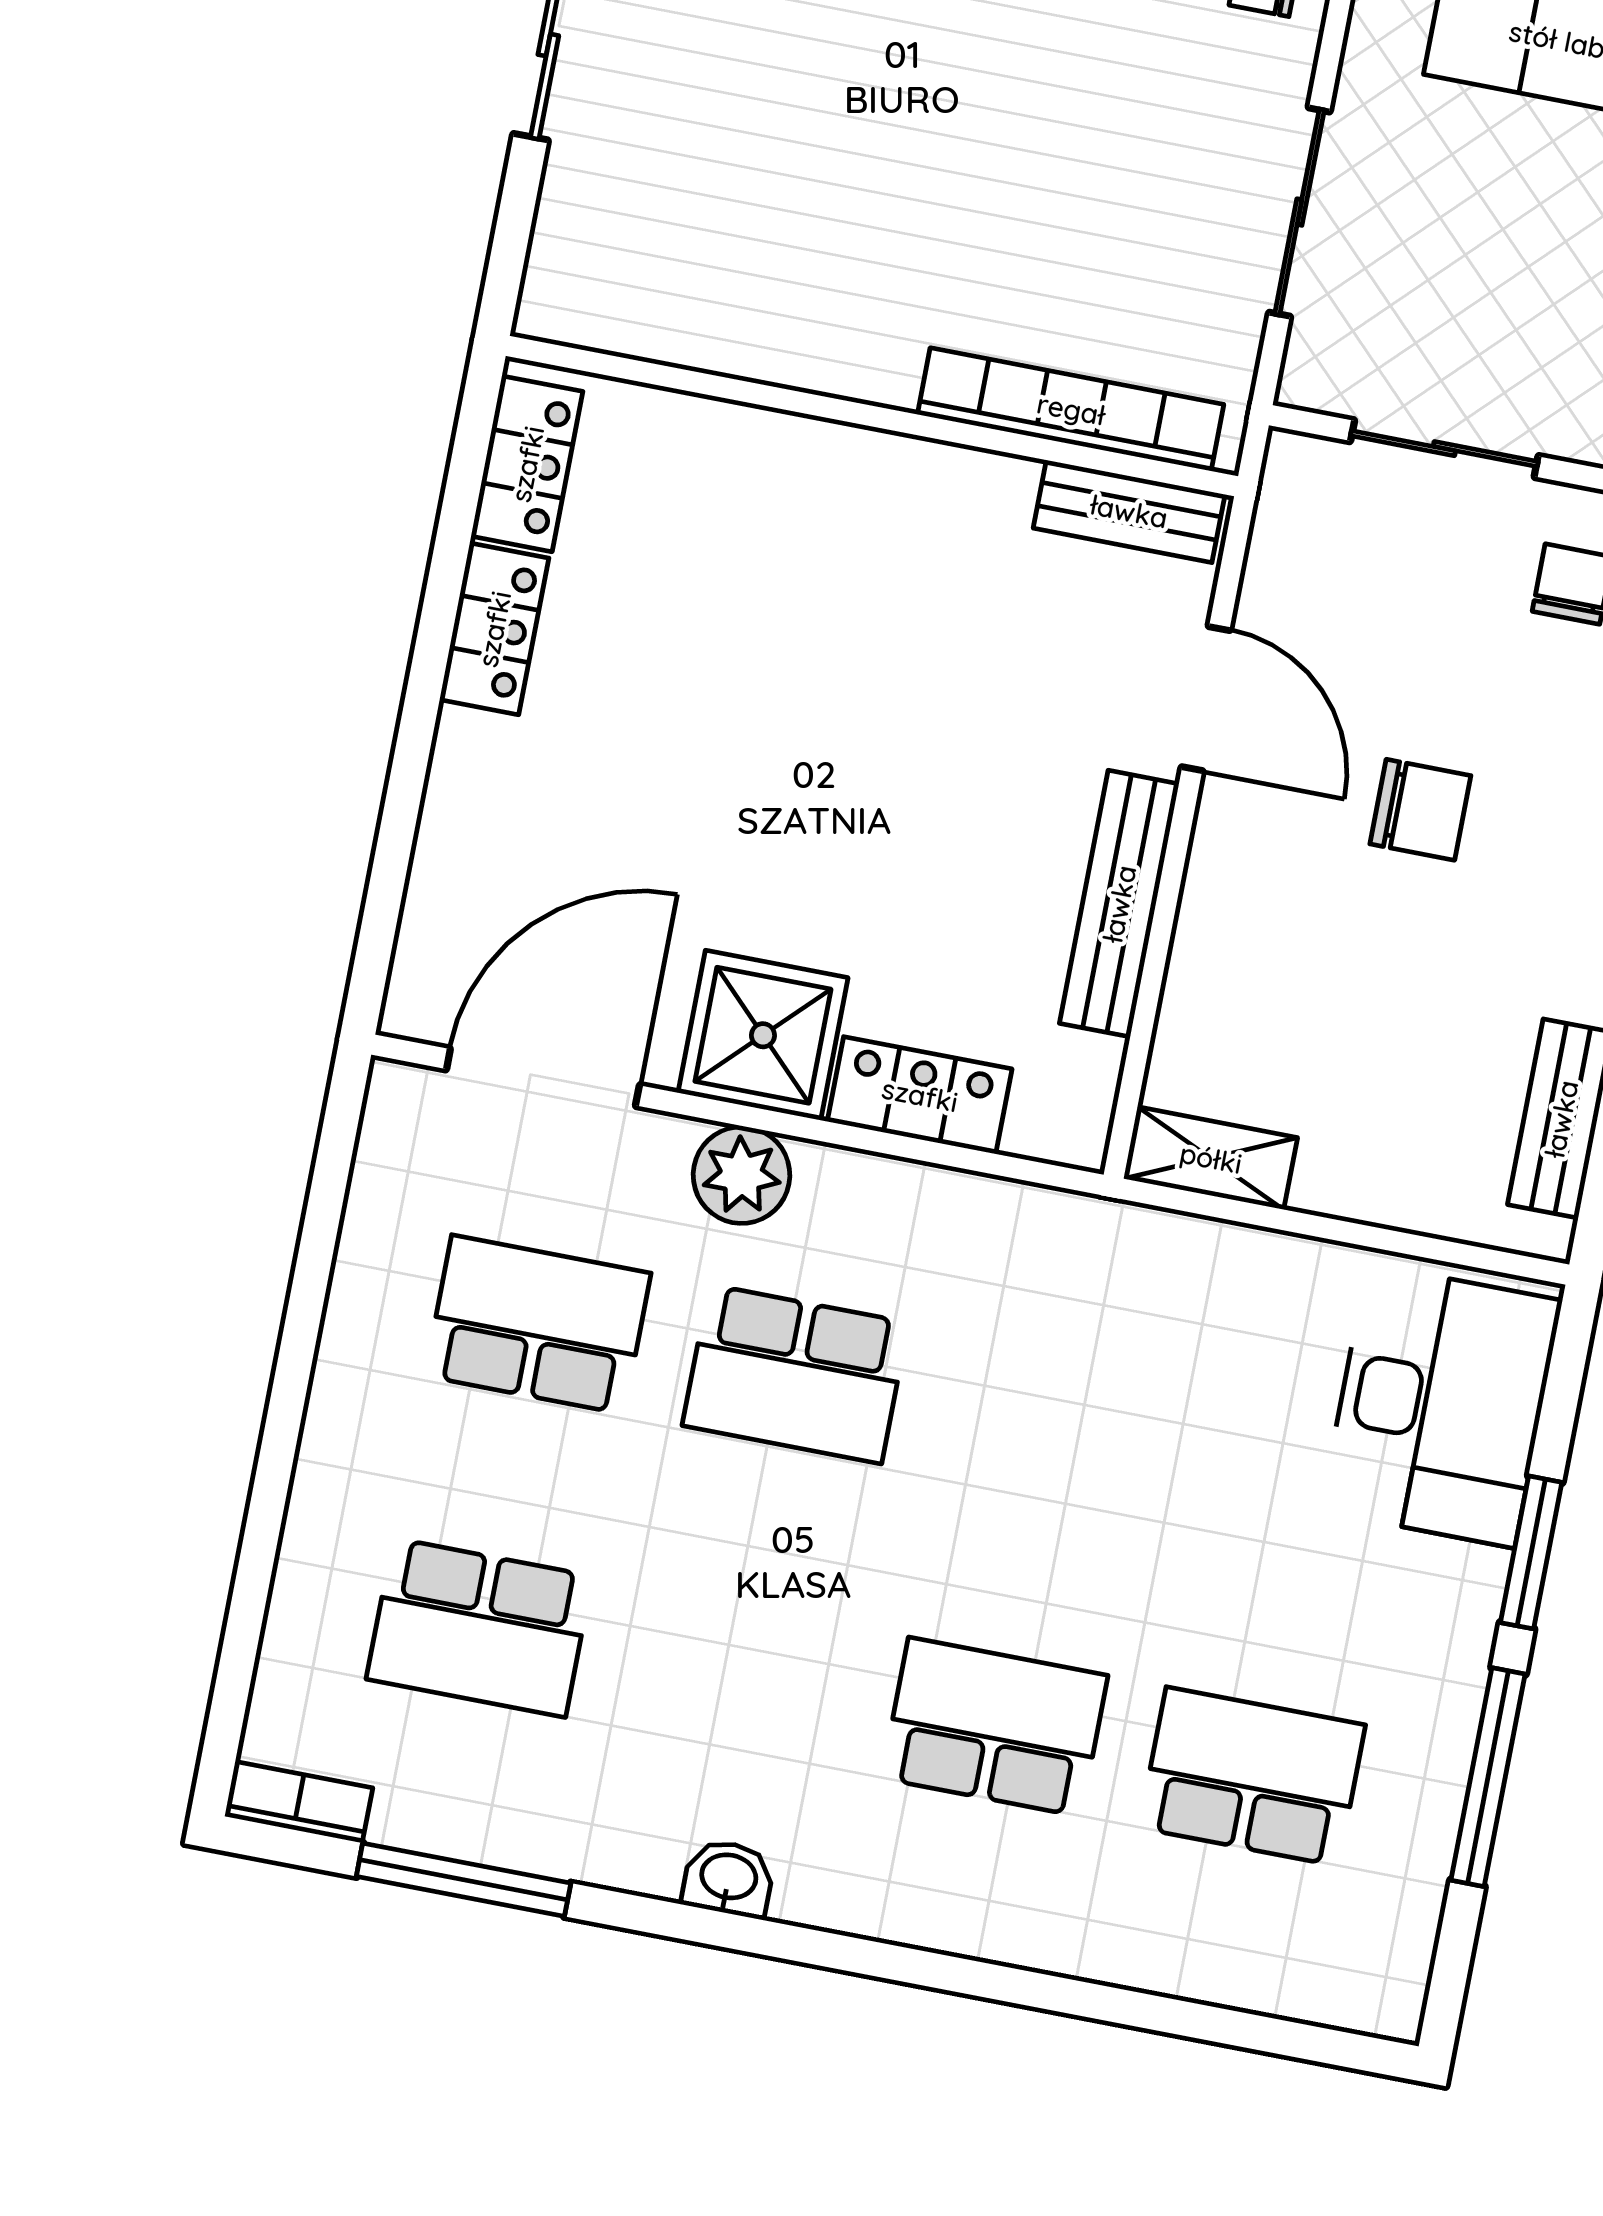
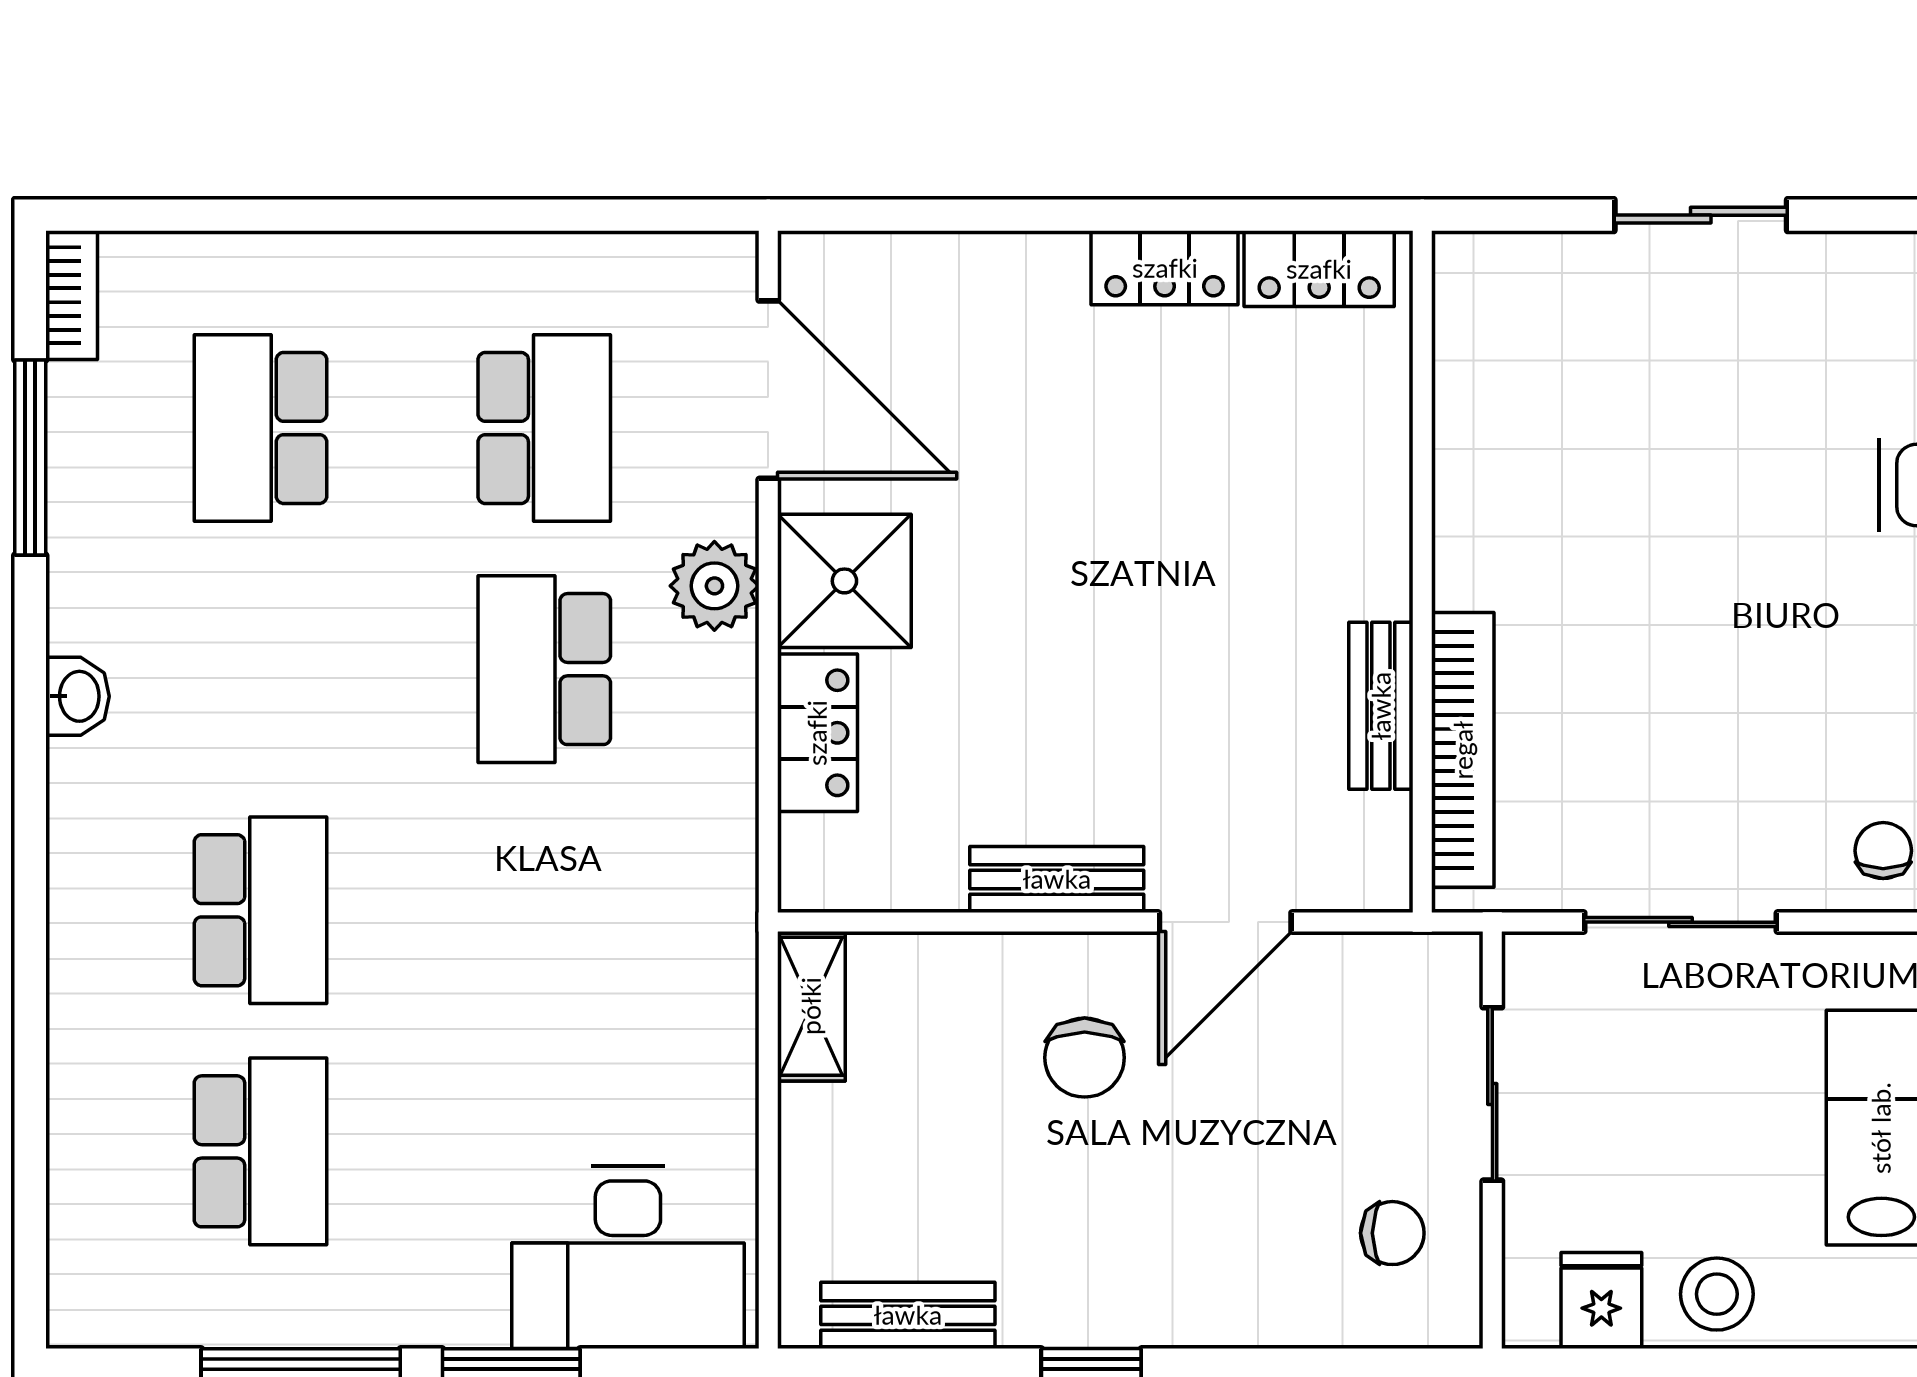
bench: (1129, 511) -> (1381, 706), moved
chair: (1420, 810) -> (1085, 1058), moved
bench: (1119, 904) -> (1057, 879), width x0.73

